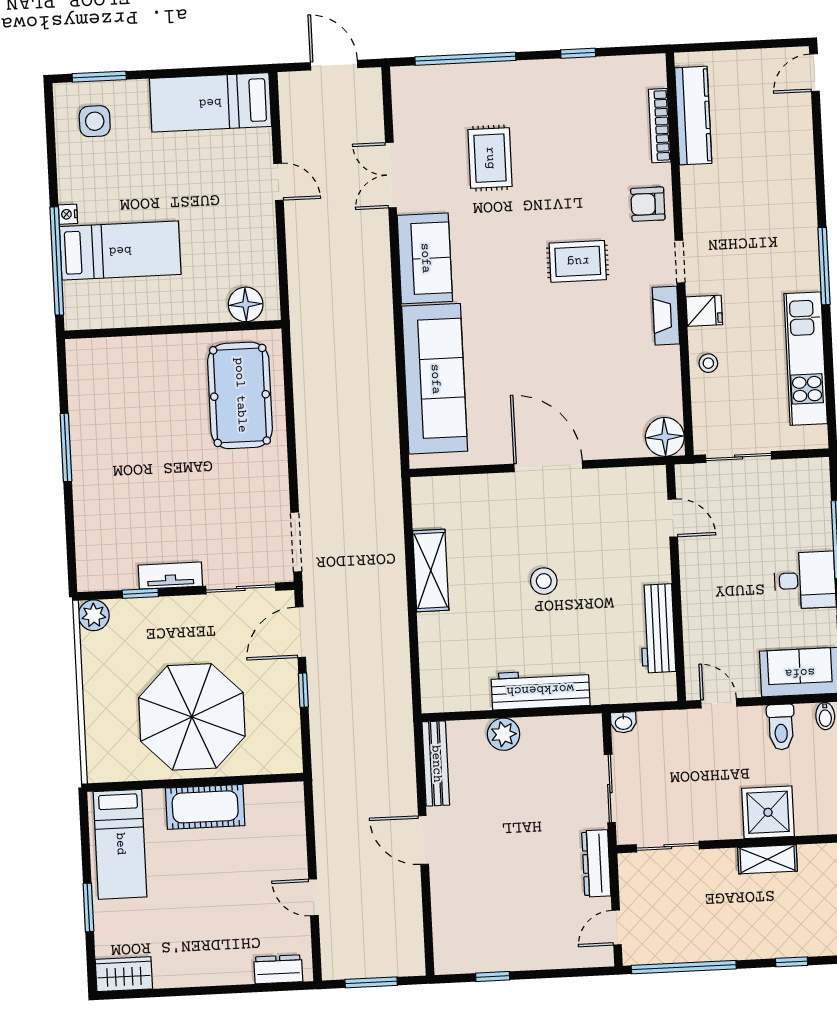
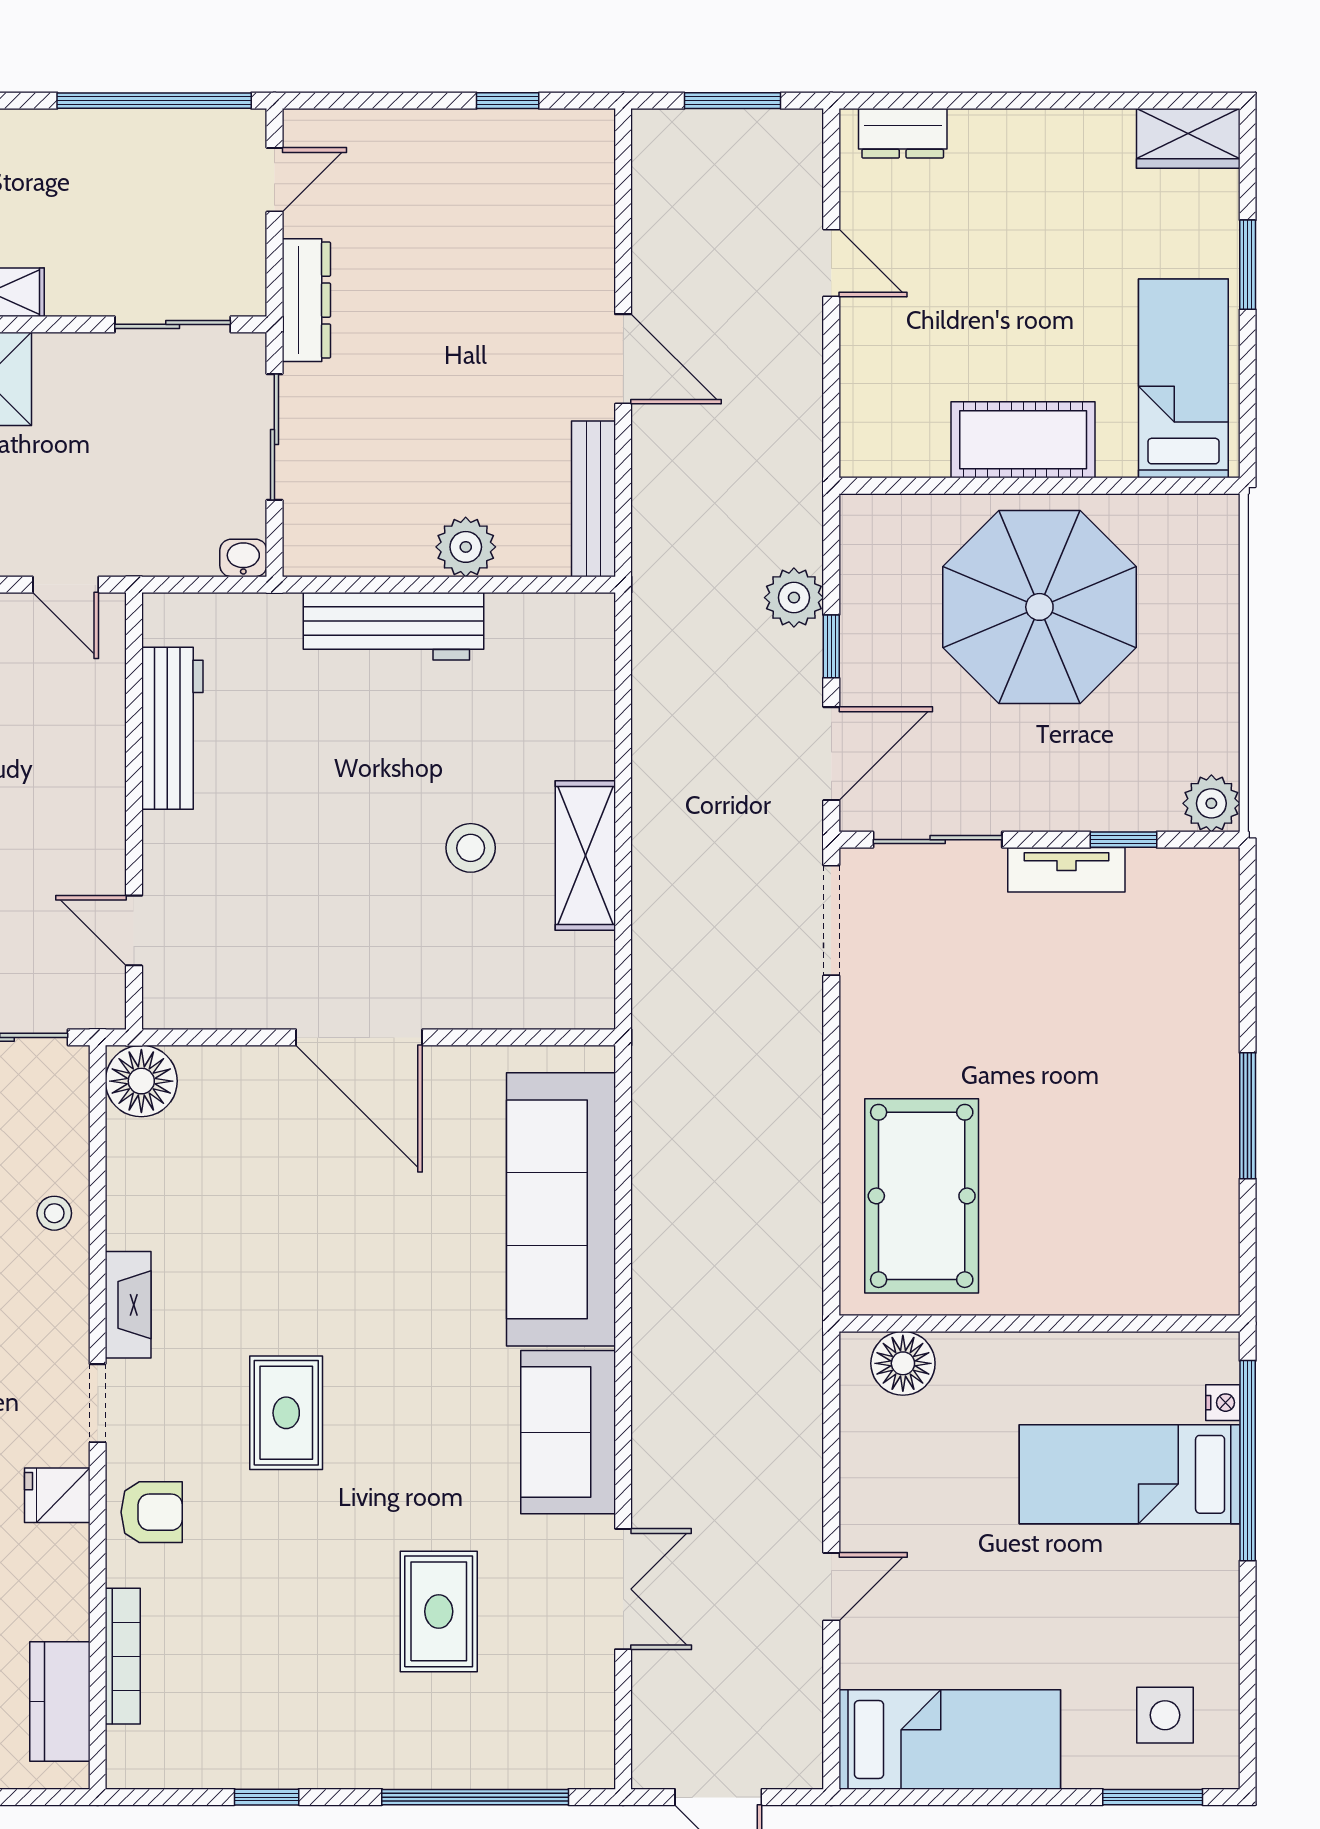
kitchen counter: (693, 116) -> (60, 1702), width x0.67
door: (278, 182) -> (831, 1587), swing flipped
nightstand: (68, 214) -> (1223, 1403), moved
rug: (578, 261) -> (286, 1413), turned 90
fridge: (704, 311) -> (57, 1495), moved
stool: (544, 581) -> (471, 848), moved
plant: (325, 716) -> (794, 598), added

